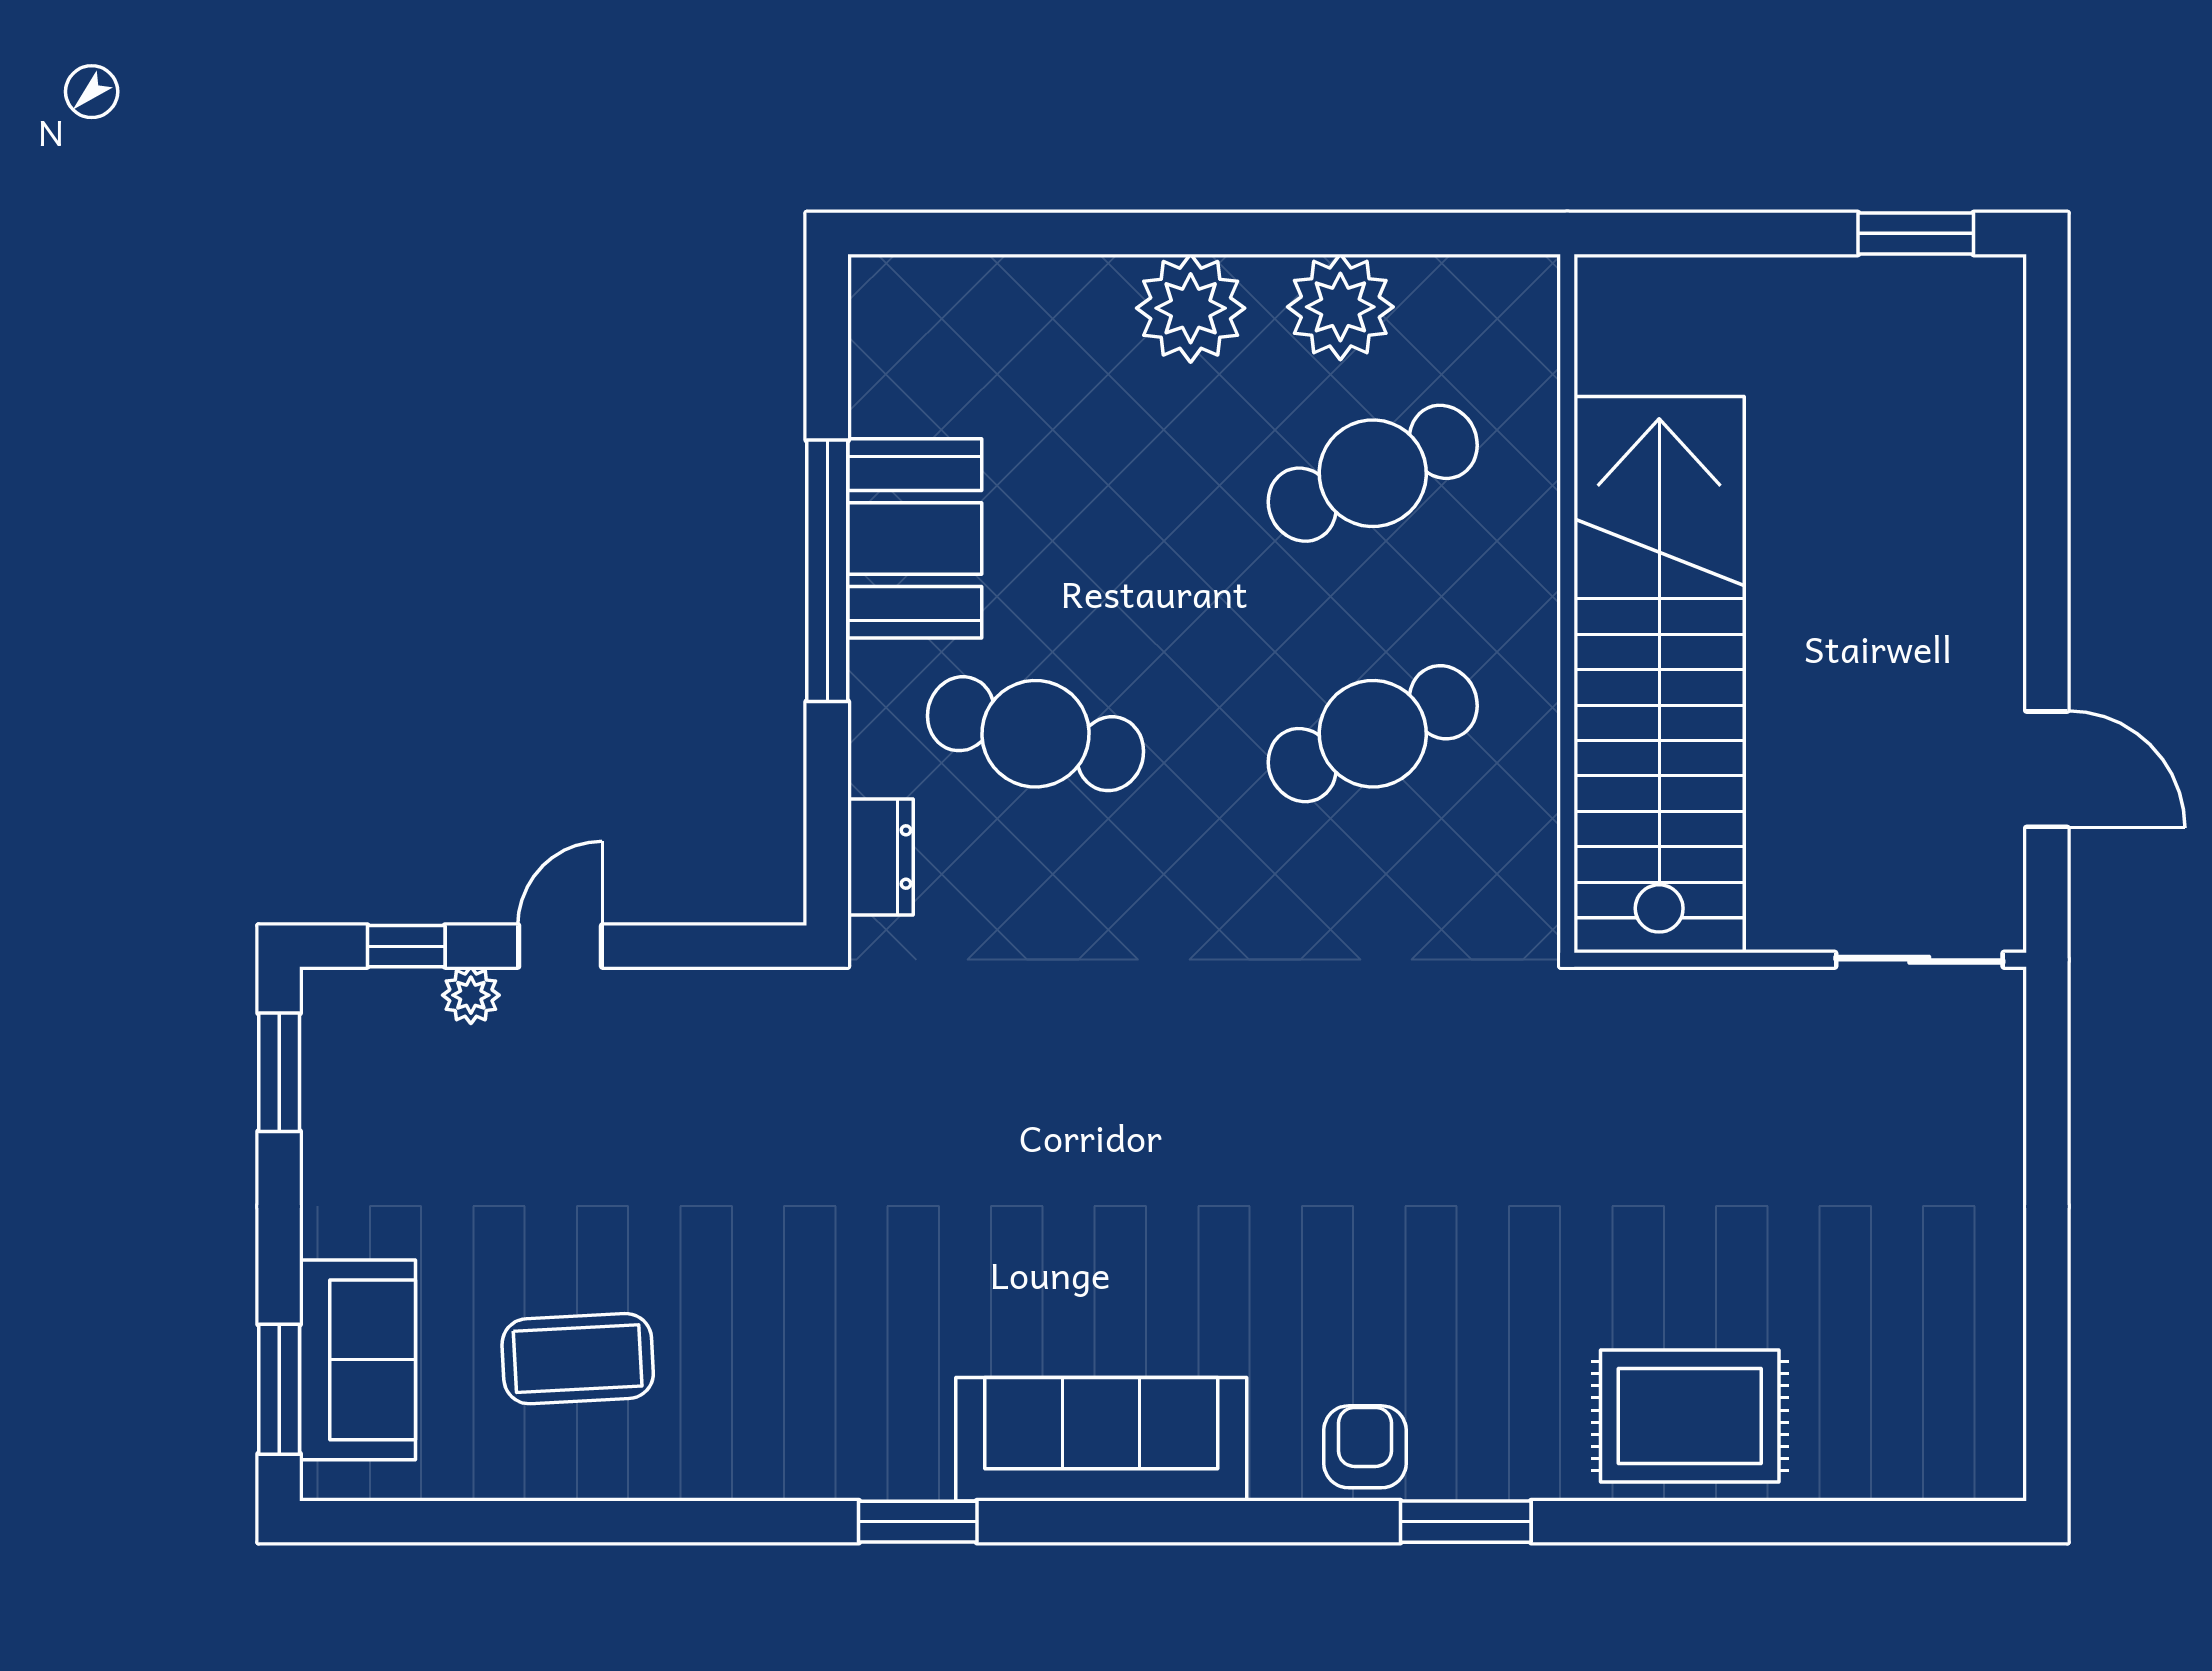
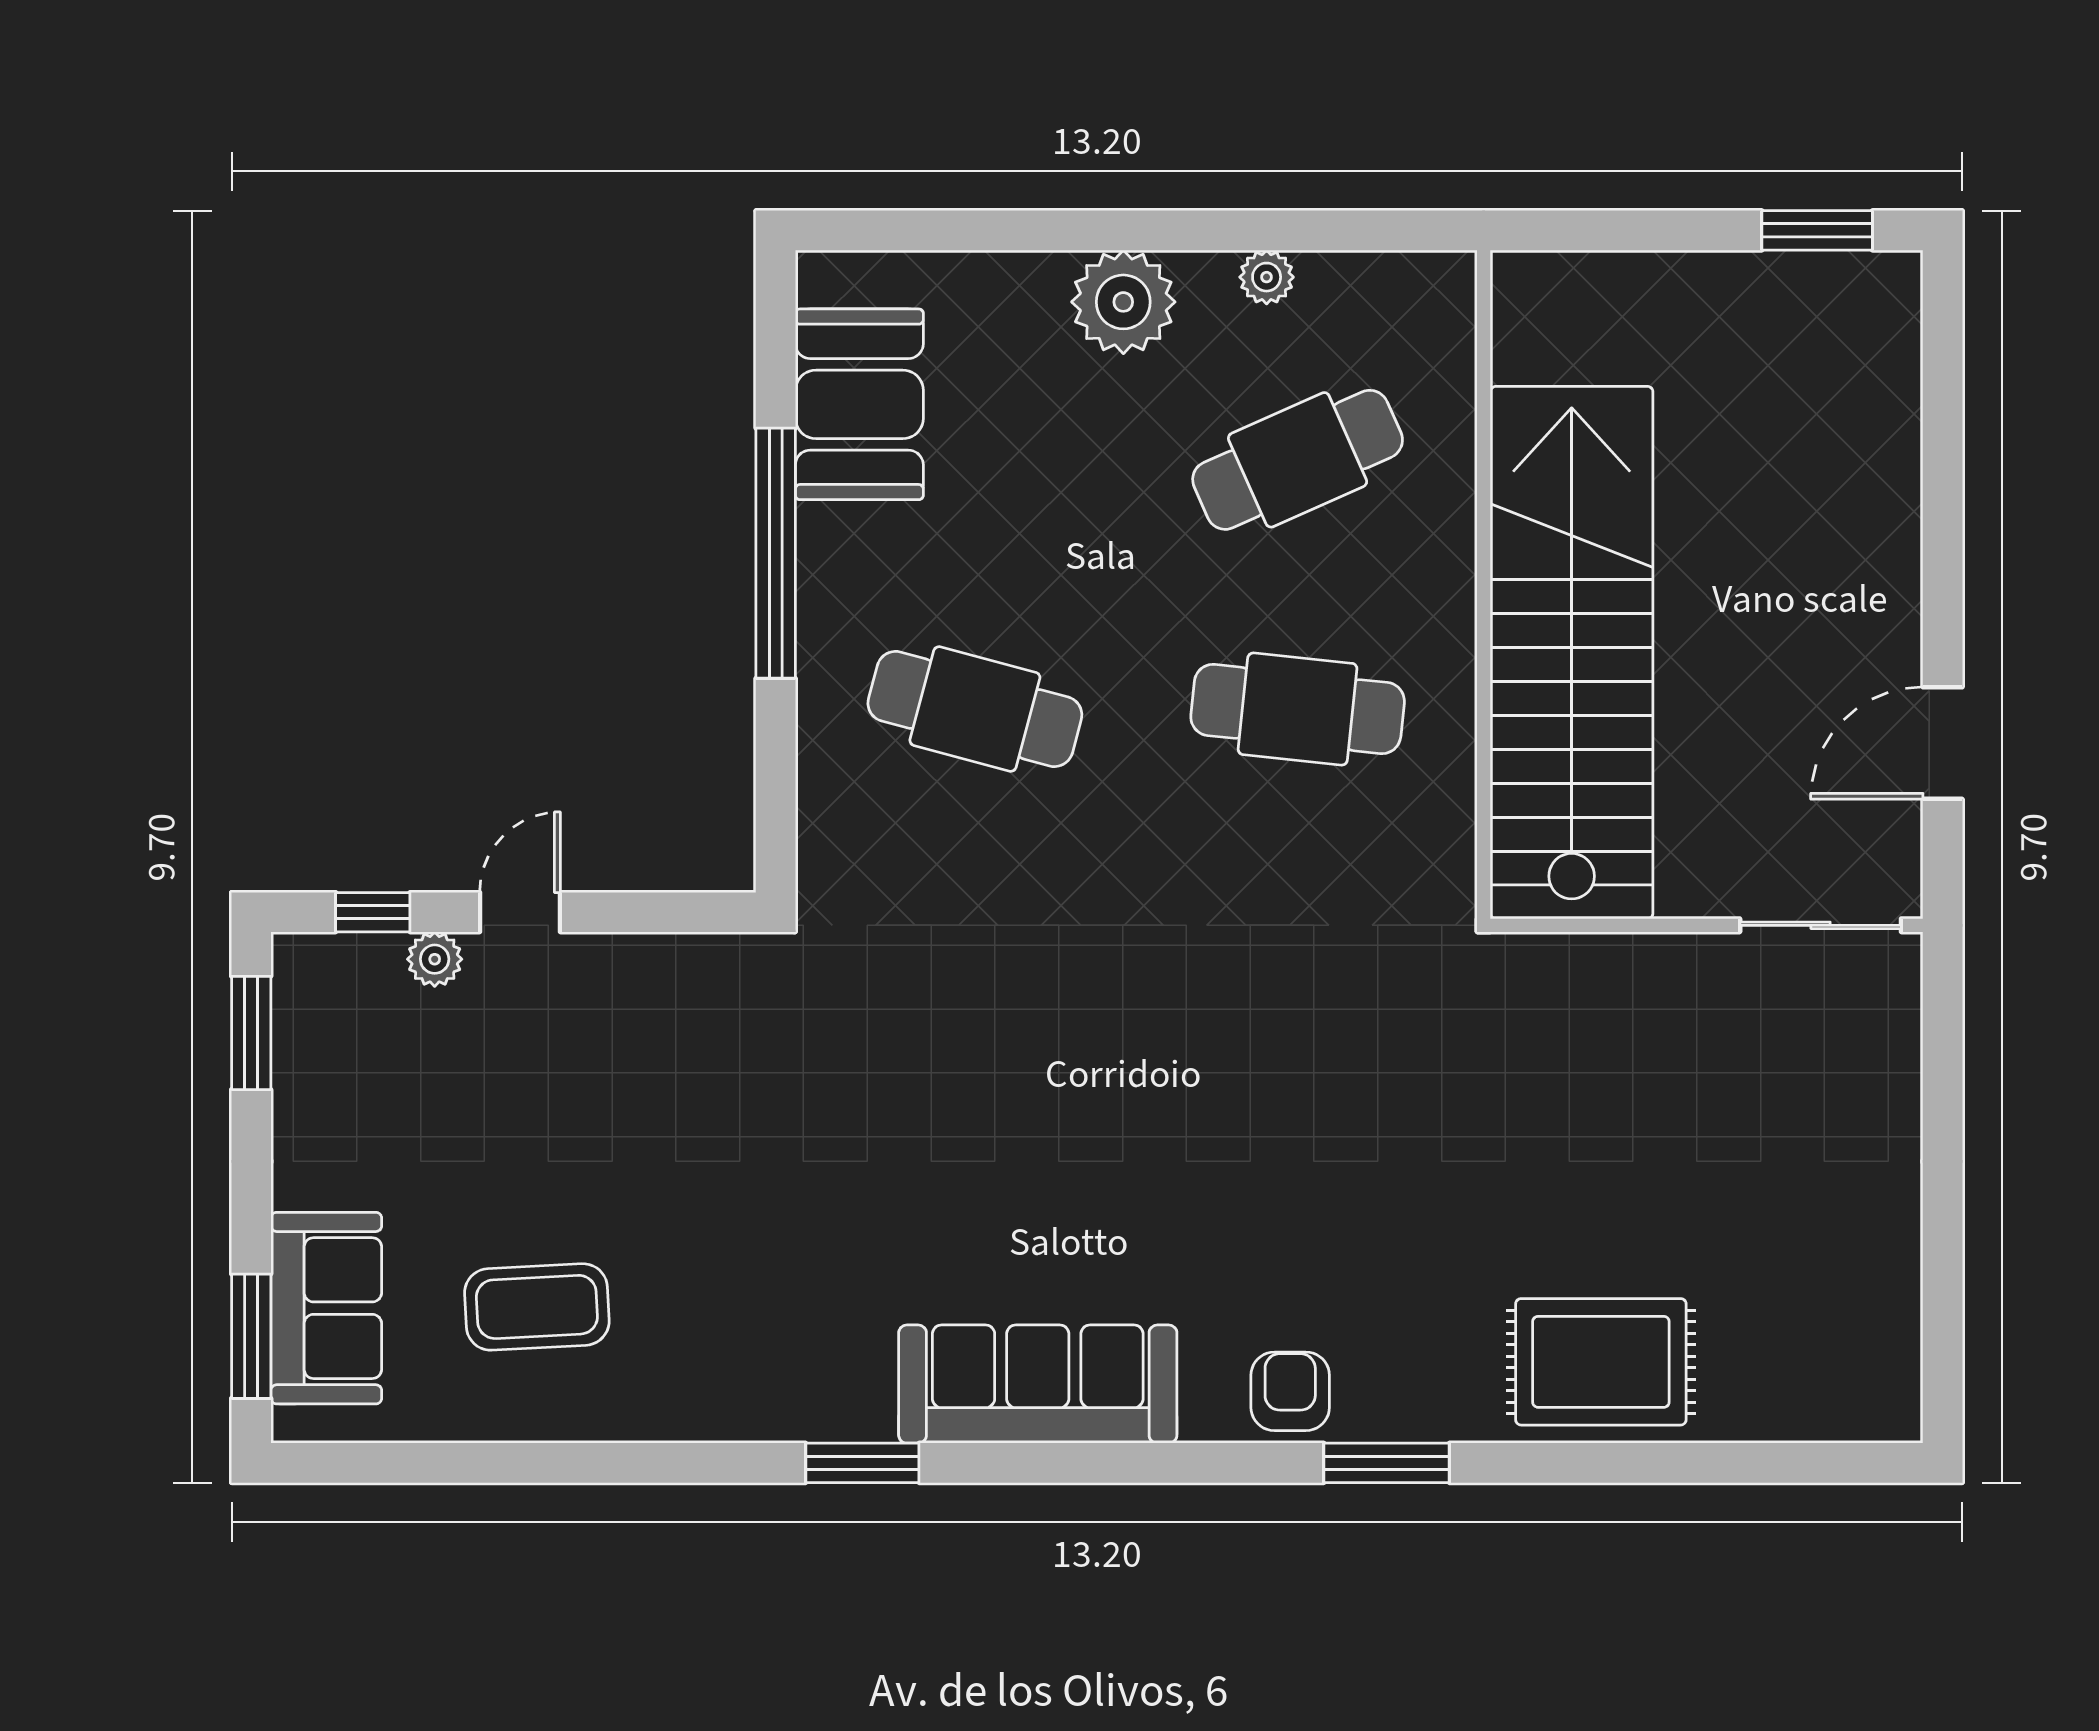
plant: (1340, 307) -> (1267, 277), width x0.53, depth x0.53
booth: (915, 538) -> (859, 404), moved
cafe table: (1373, 734) -> (1298, 709), turned 30
door: (2047, 769) -> (1943, 743), swing flipped
dresser: (880, 857) -> (827, 827), removed

